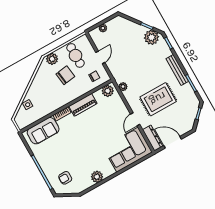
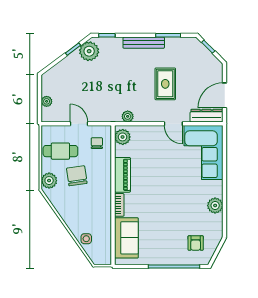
rug: (158, 99) -> (165, 84), width x0.73, depth x0.70

